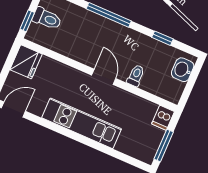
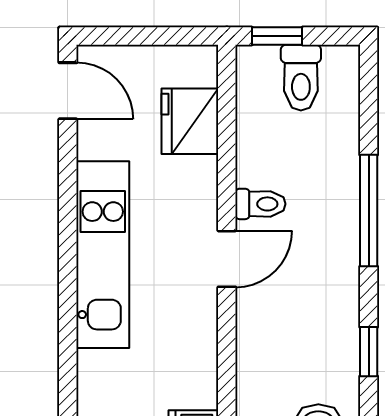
fridge: (26, 62) -> (190, 121), moved, turned 90
toilet: (136, 76) -> (260, 204), moved

